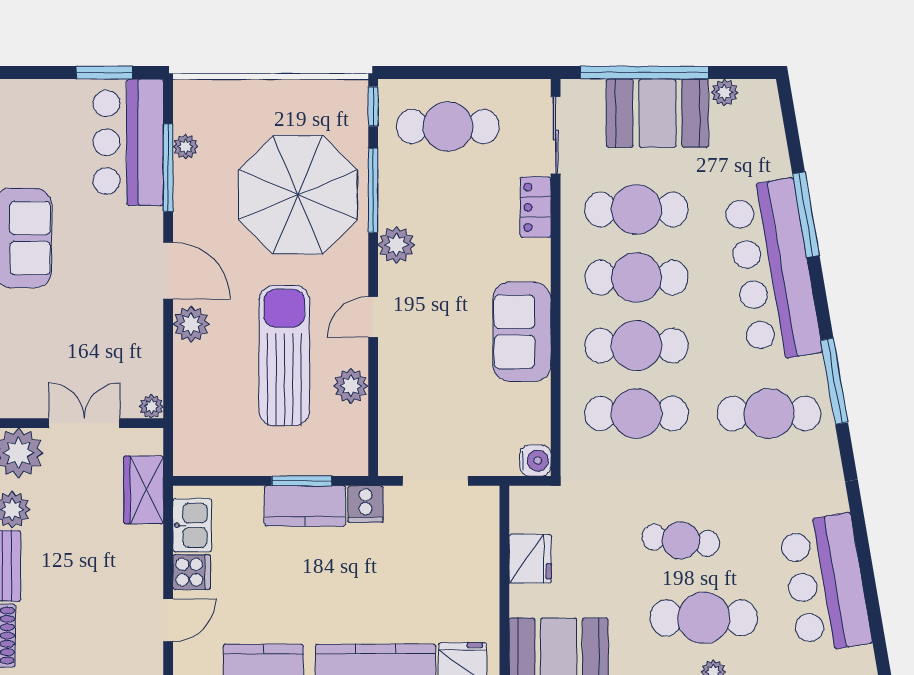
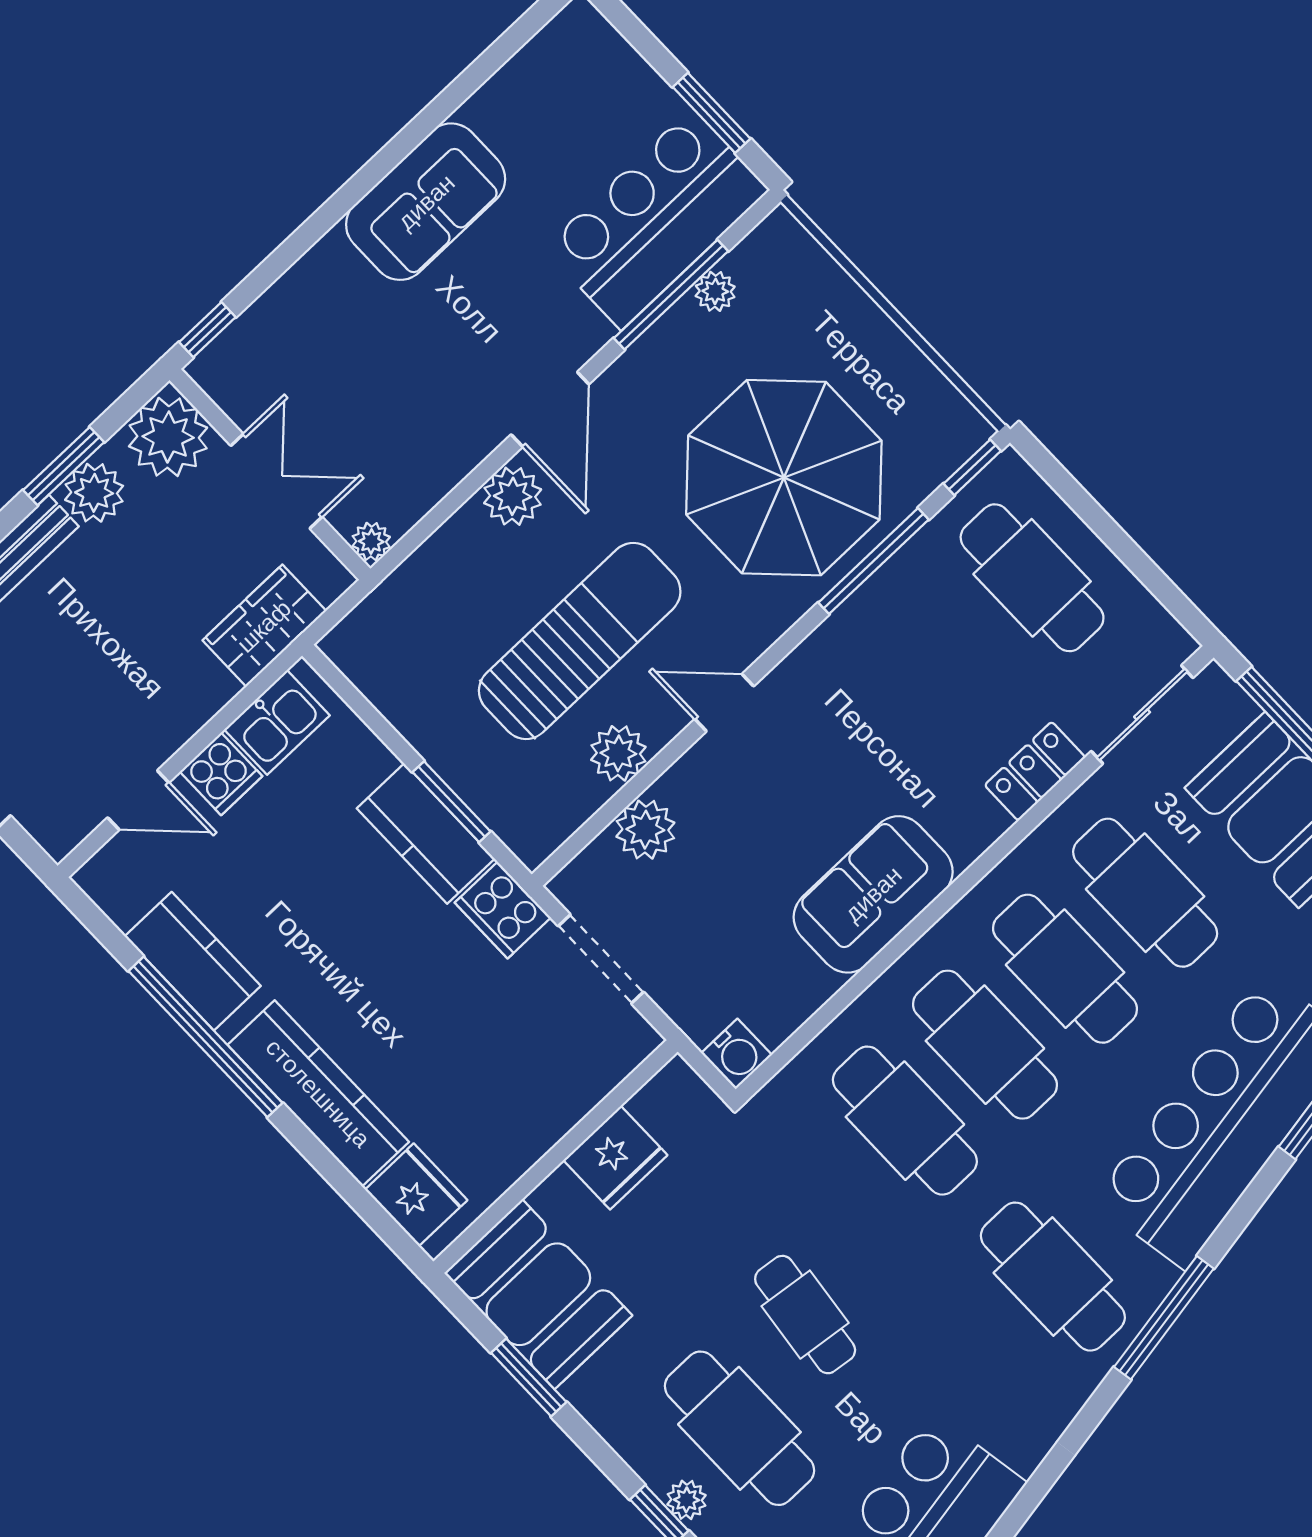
plant: (396, 245) -> (645, 830), moved
cooker: (365, 504) -> (503, 910), width x1.36

